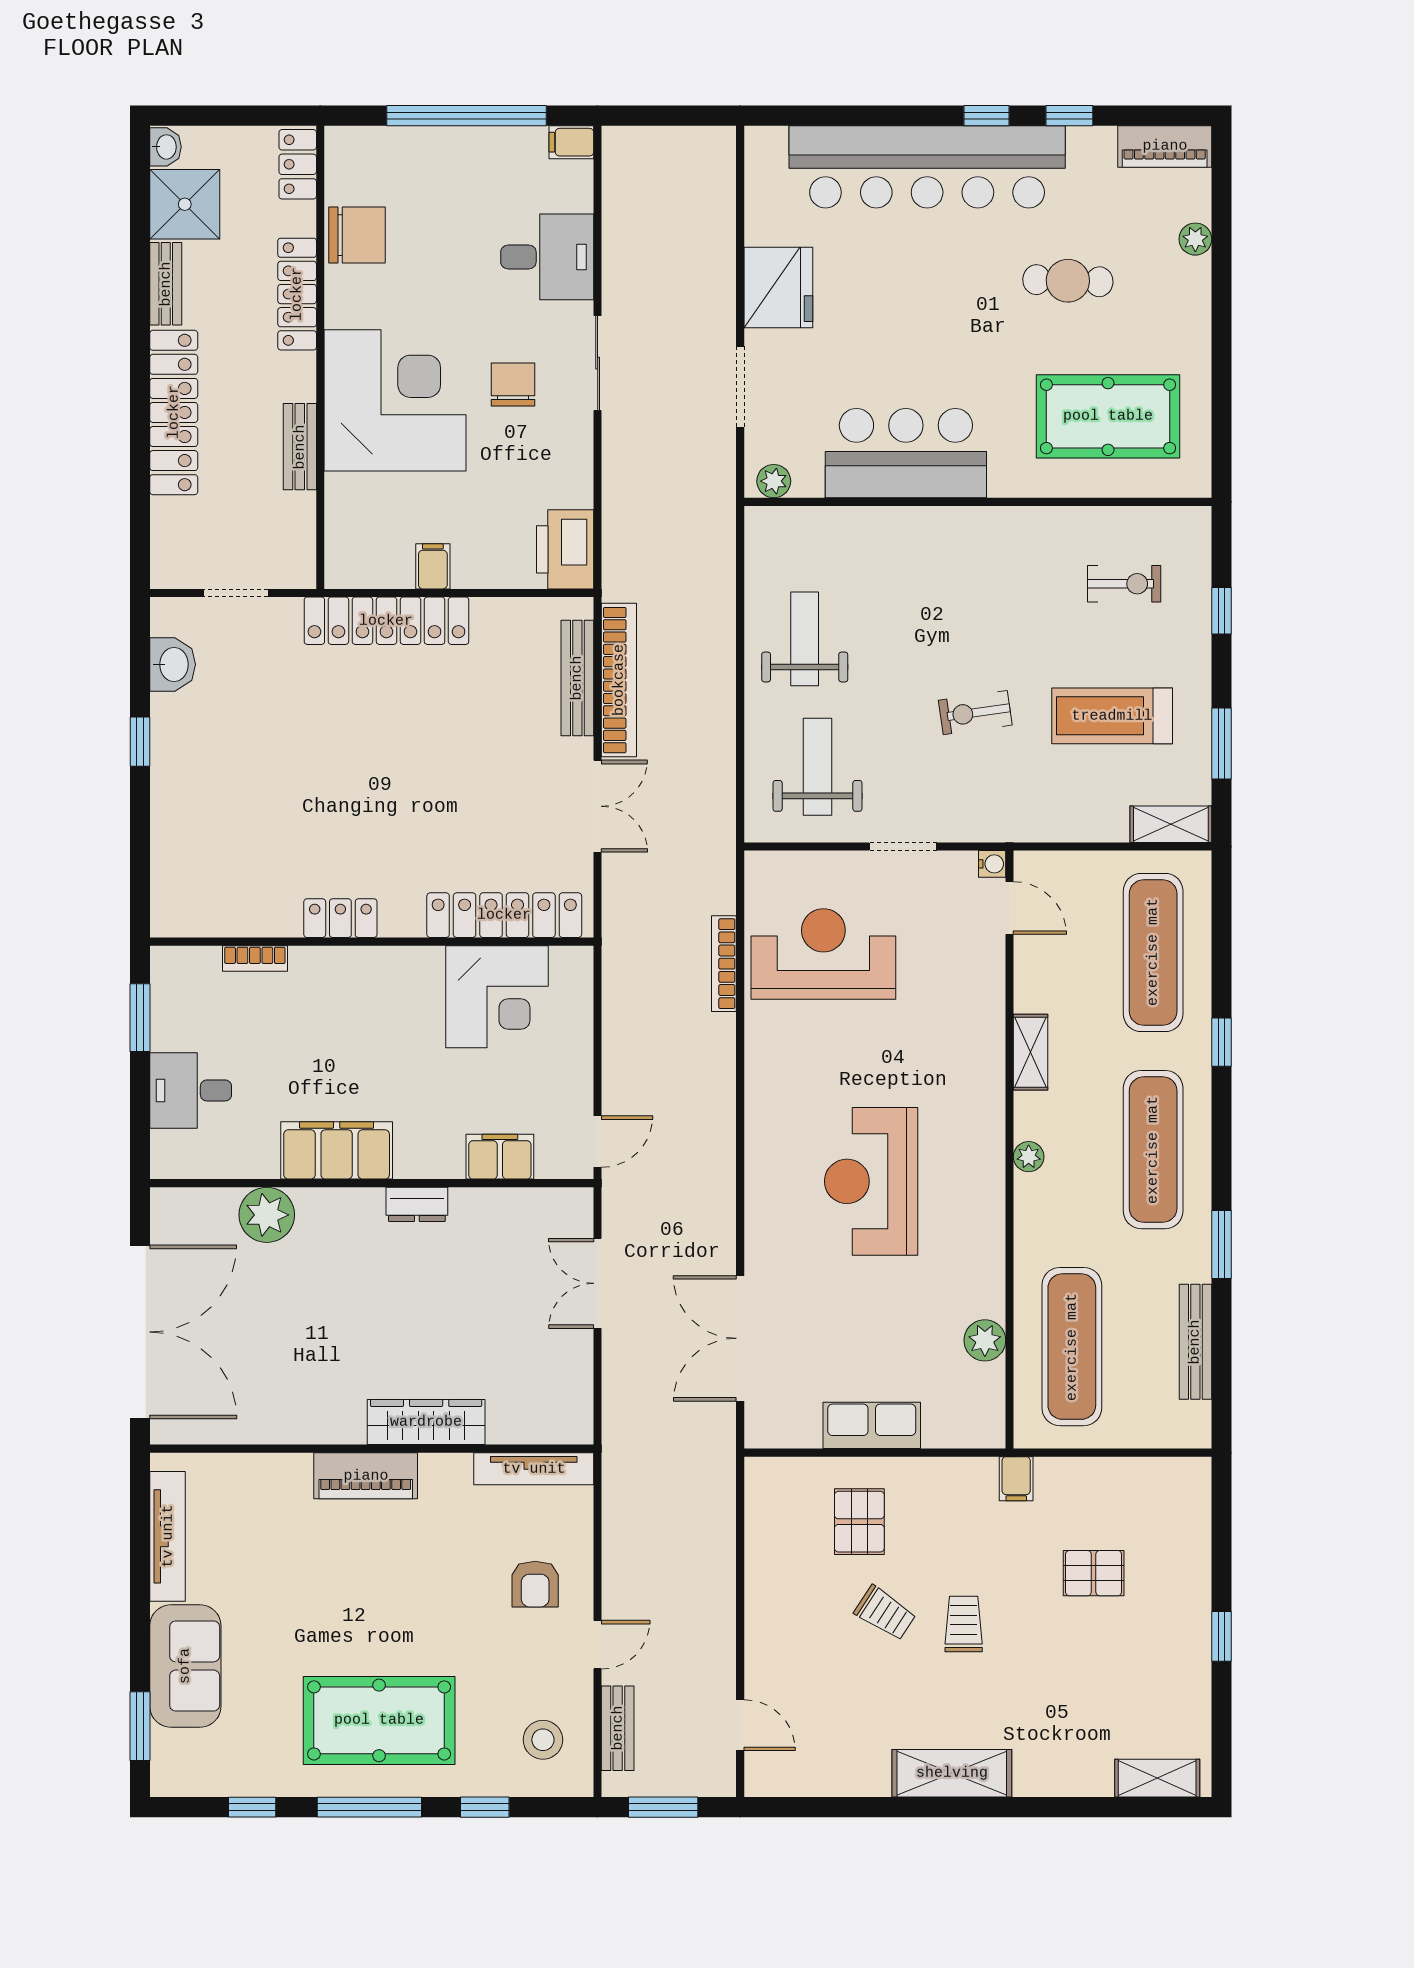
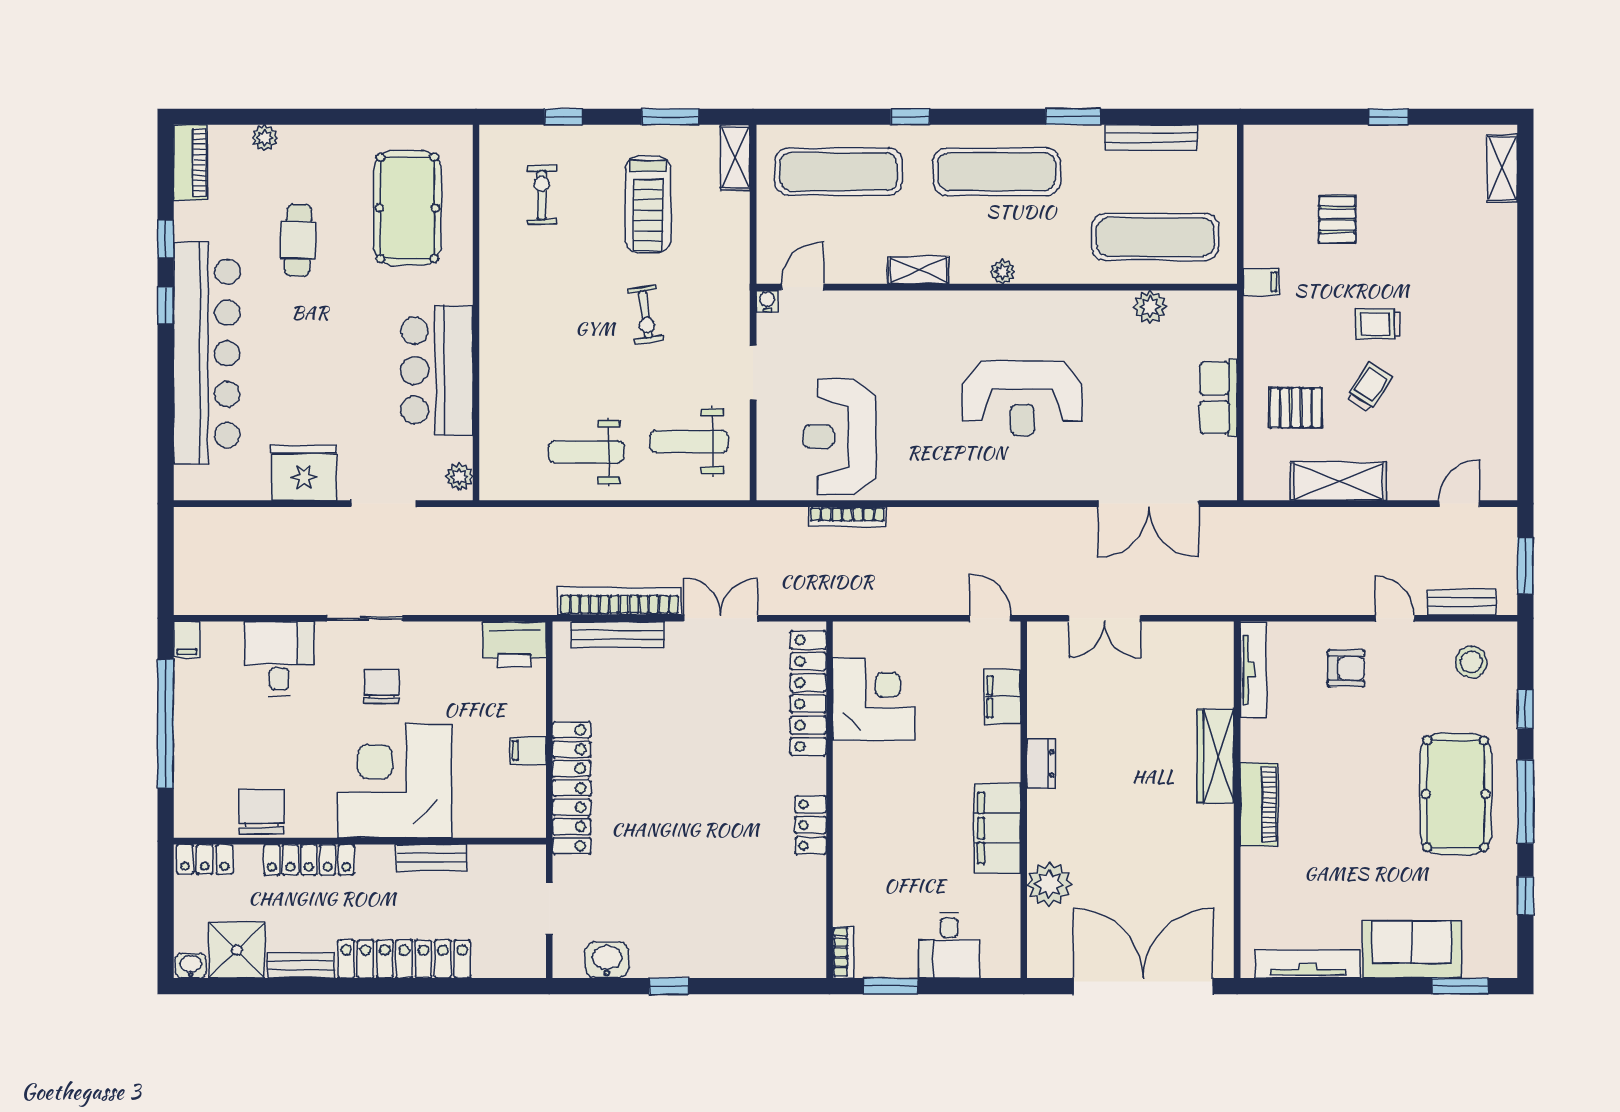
chair: (513, 385) -> (382, 686), turned 90
bookcase: (255, 958) -> (843, 952), moved
shelving: (952, 1773) -> (1338, 481), moved, turned 90

